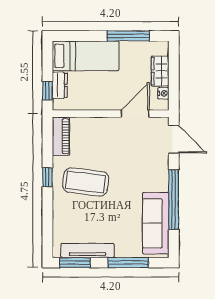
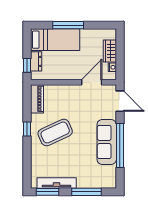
window: (128, 36) -> (68, 25), moved
coffee table: (86, 182) -> (55, 132), turned -32
sofa: (156, 223) -> (107, 142), moved

